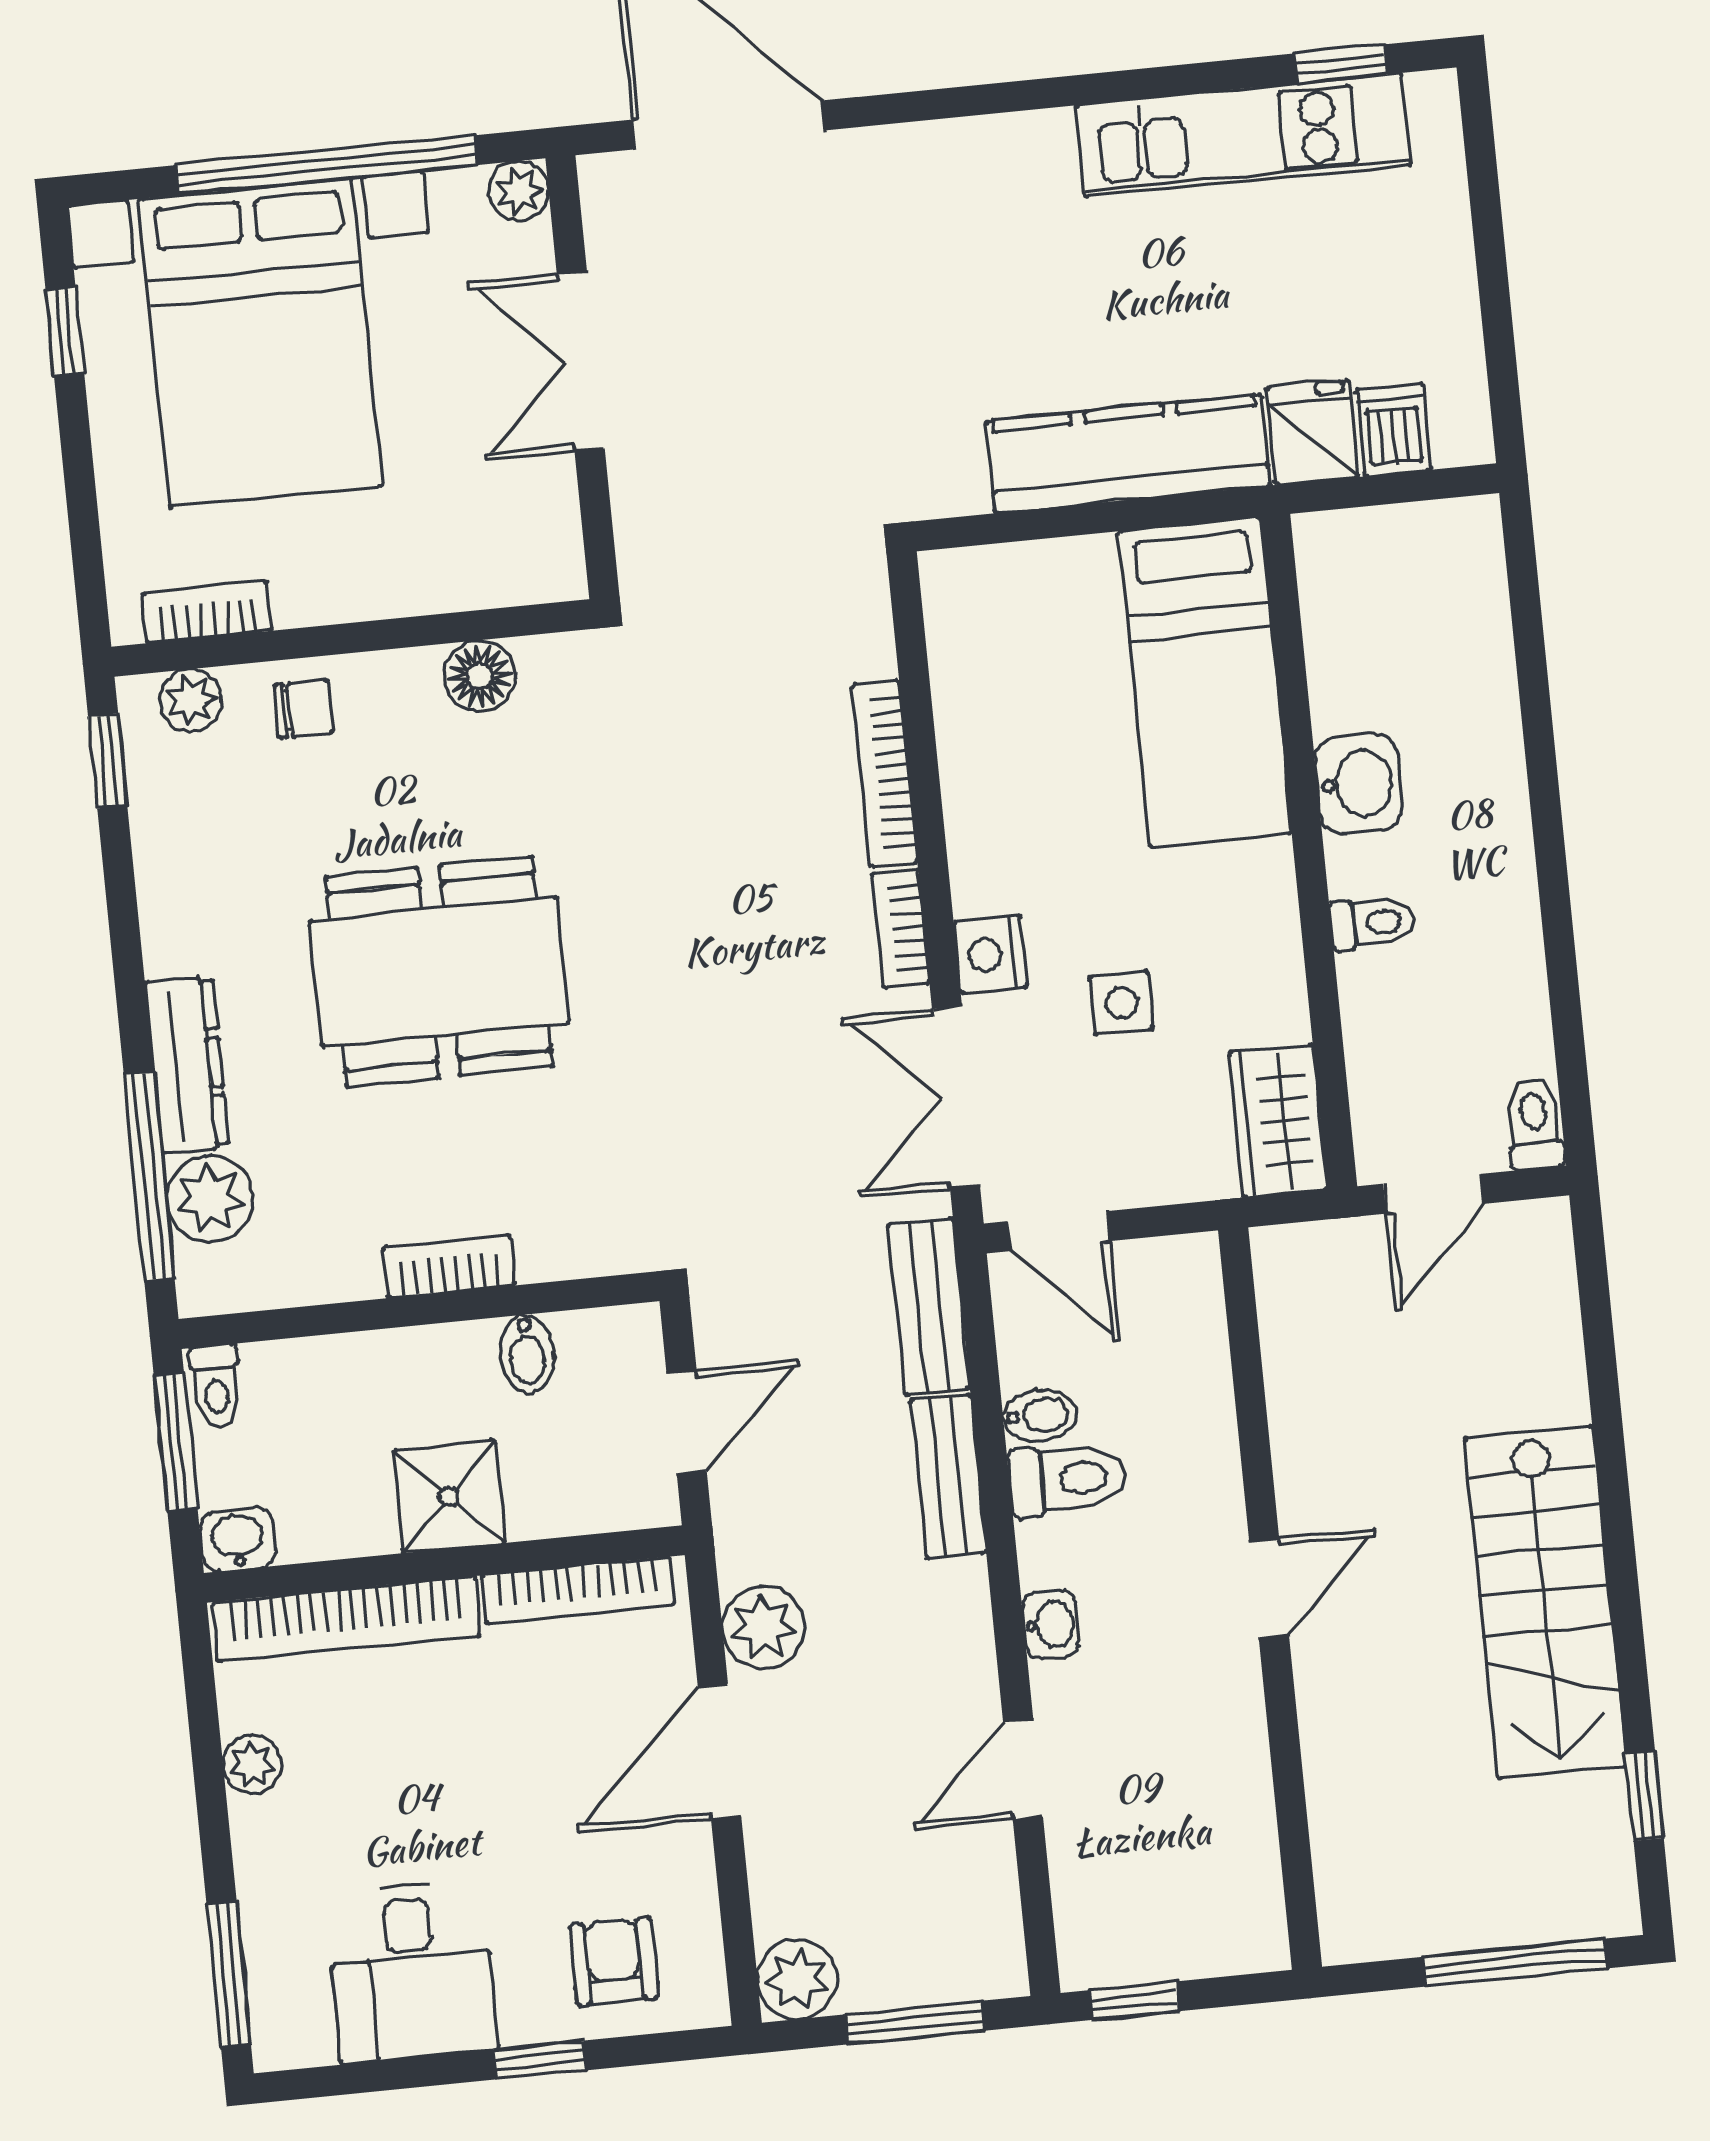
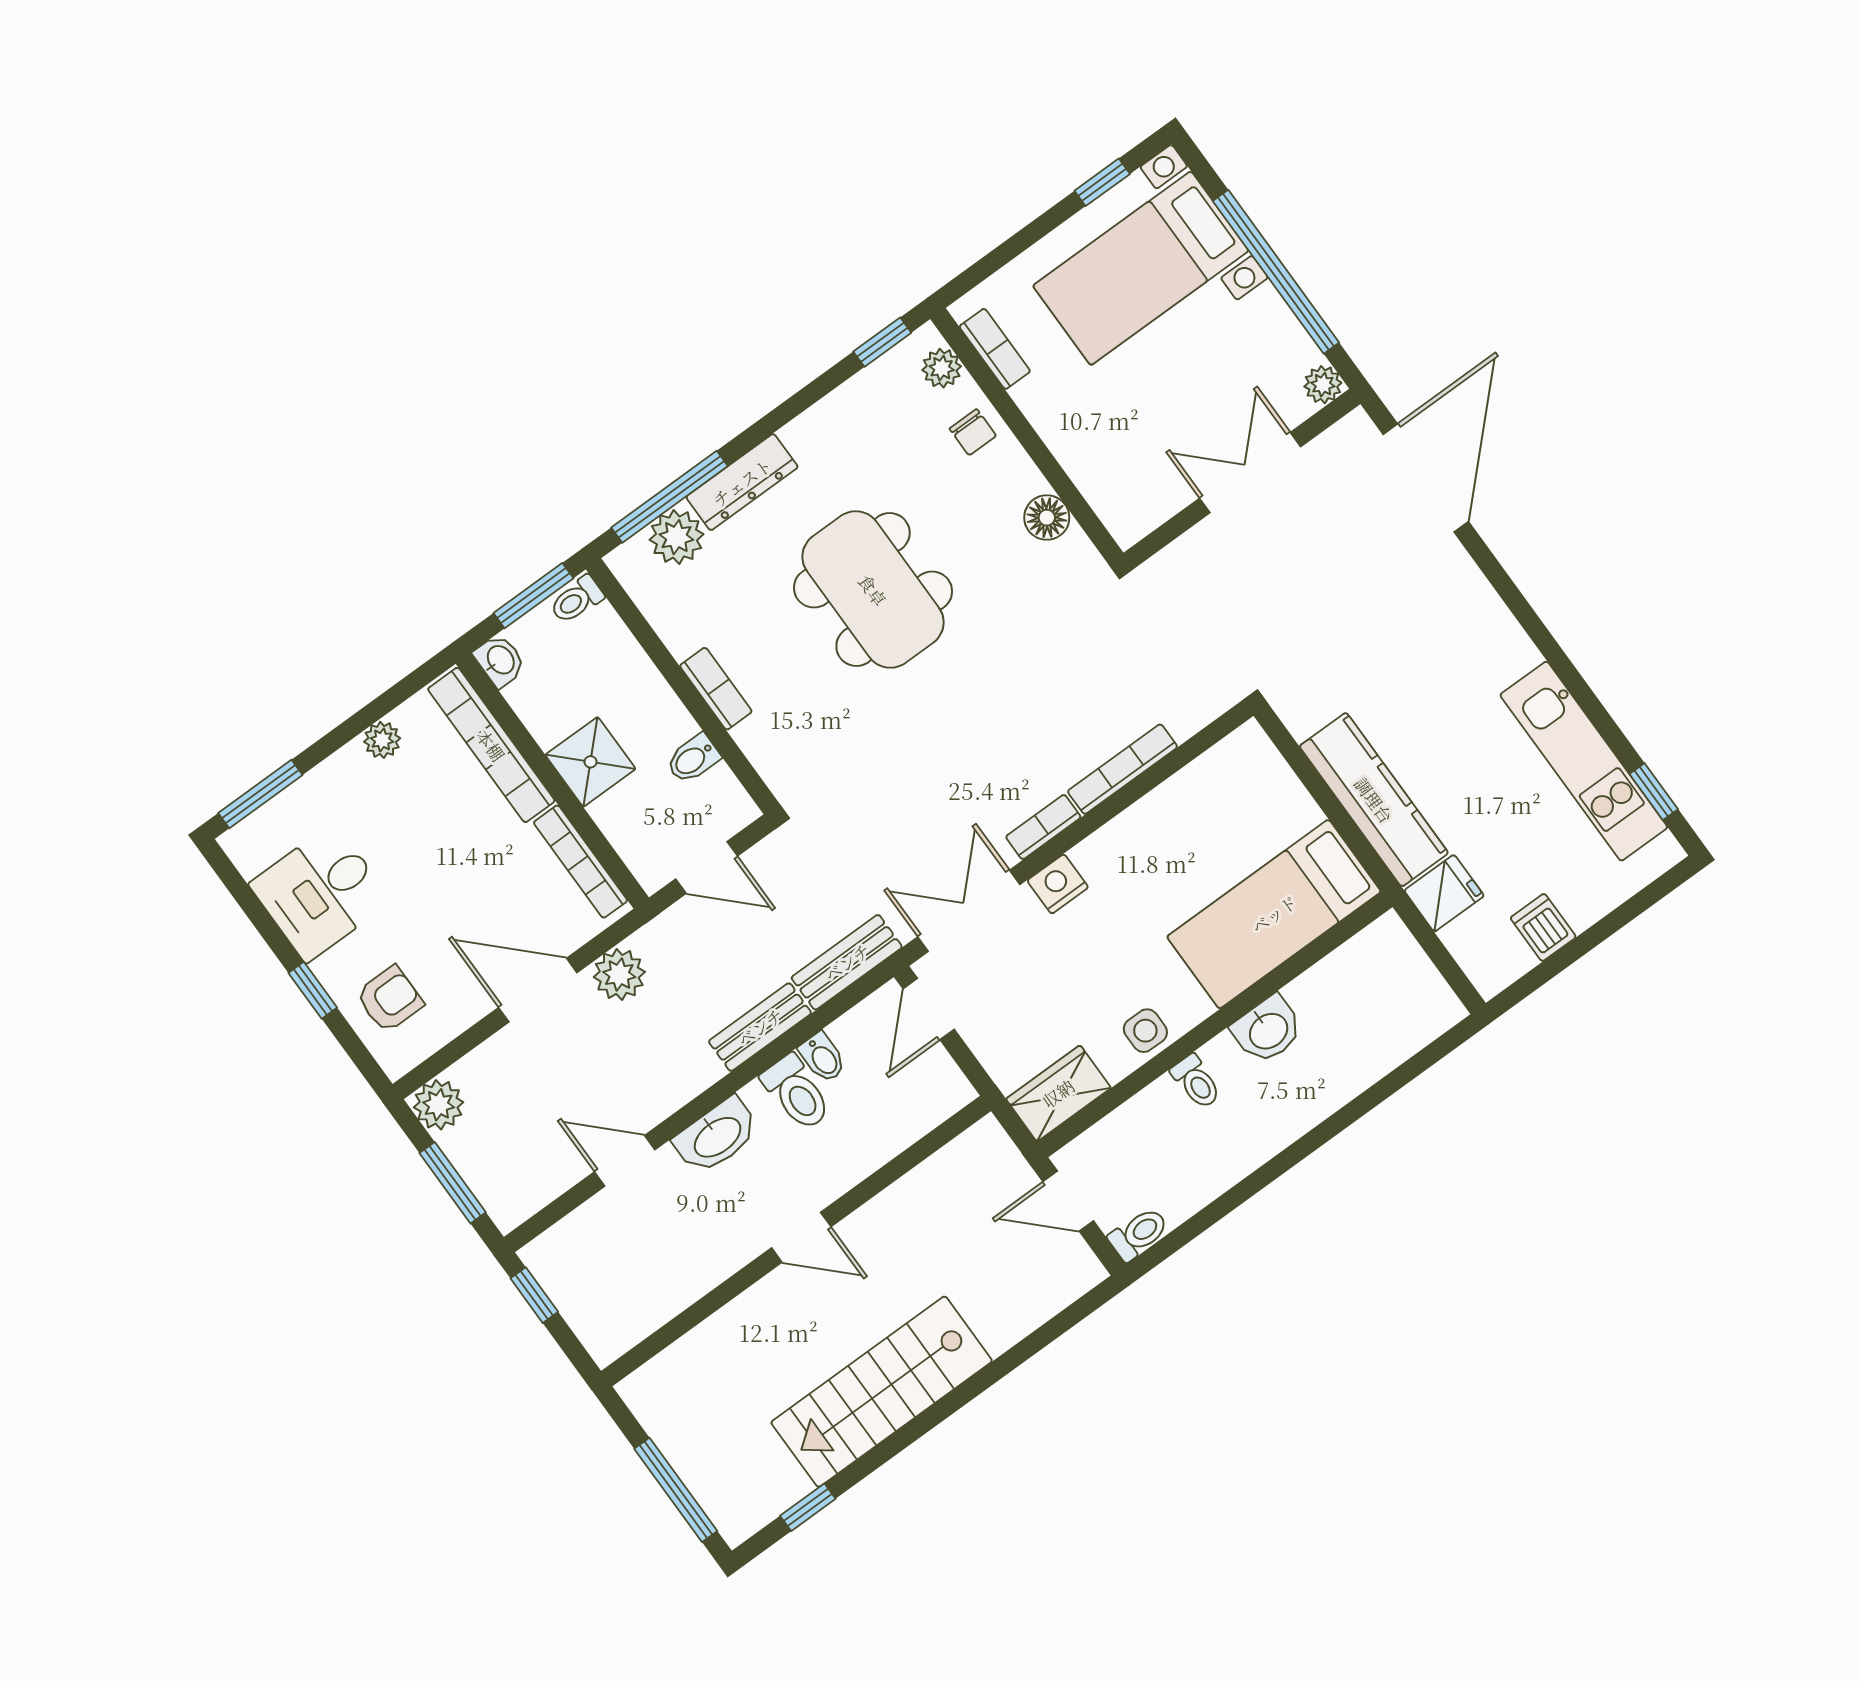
bed with nightstands: (260, 343) -> (1141, 268), width x0.73
dishwasher: (1394, 430) -> (1543, 927), moved, turned -90
side table: (1121, 1003) -> (1145, 1031), moved
washbasin: (1051, 1625) -> (717, 1136), width x1.91, depth x1.45

